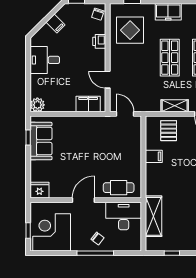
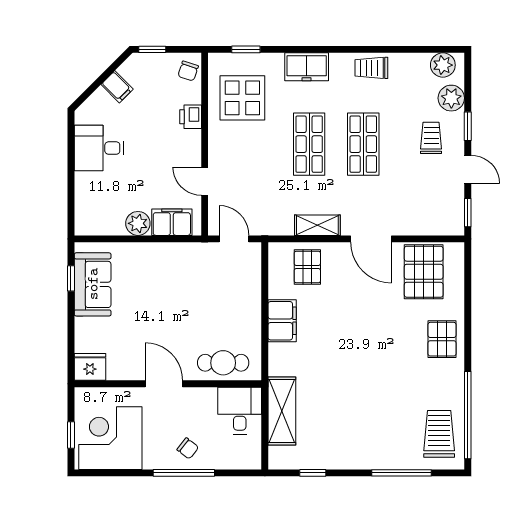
plant: (37, 105) -> (138, 223), moved
filing cabinet: (154, 156) -> (282, 321), width x2.00
door: (83, 200) -> (164, 384), hinge flipped
desk: (124, 216) -> (240, 411), width x0.73

